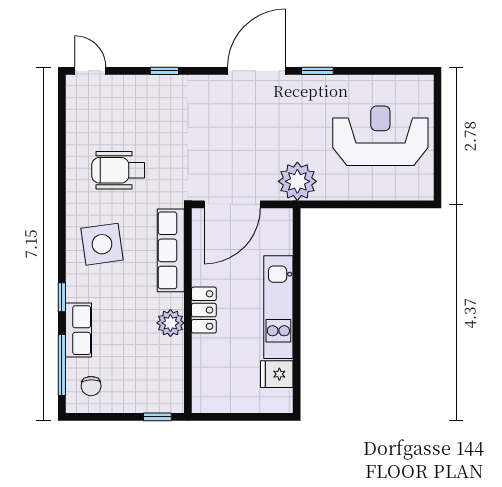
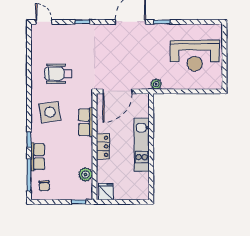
reception desk: (380, 136) -> (195, 56), turned 180
plant: (297, 181) -> (156, 84), width x0.53, depth x0.53
row of seats: (171, 250) -> (86, 122), width x0.68
plant: (170, 323) -> (86, 174), moved
fridge: (277, 374) -> (106, 192), moved, turned 90

